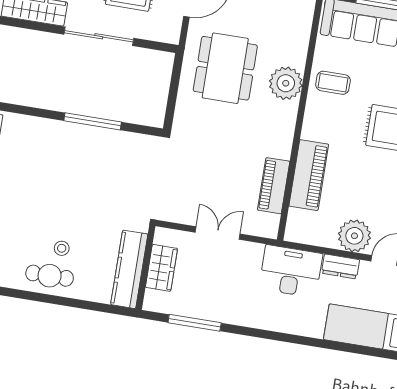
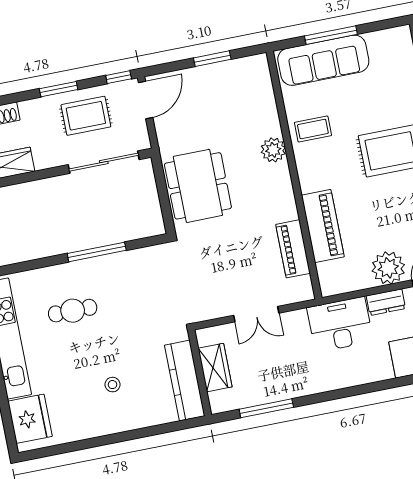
sliding door: (99, 36) -> (104, 162), moved
dining table: (225, 68) -> (198, 186), moved
plant: (286, 83) -> (273, 150), width x0.73, depth x0.73
double door: (218, 233) -> (256, 314), swing flipped
cafe table: (50, 276) -> (73, 311), moved

